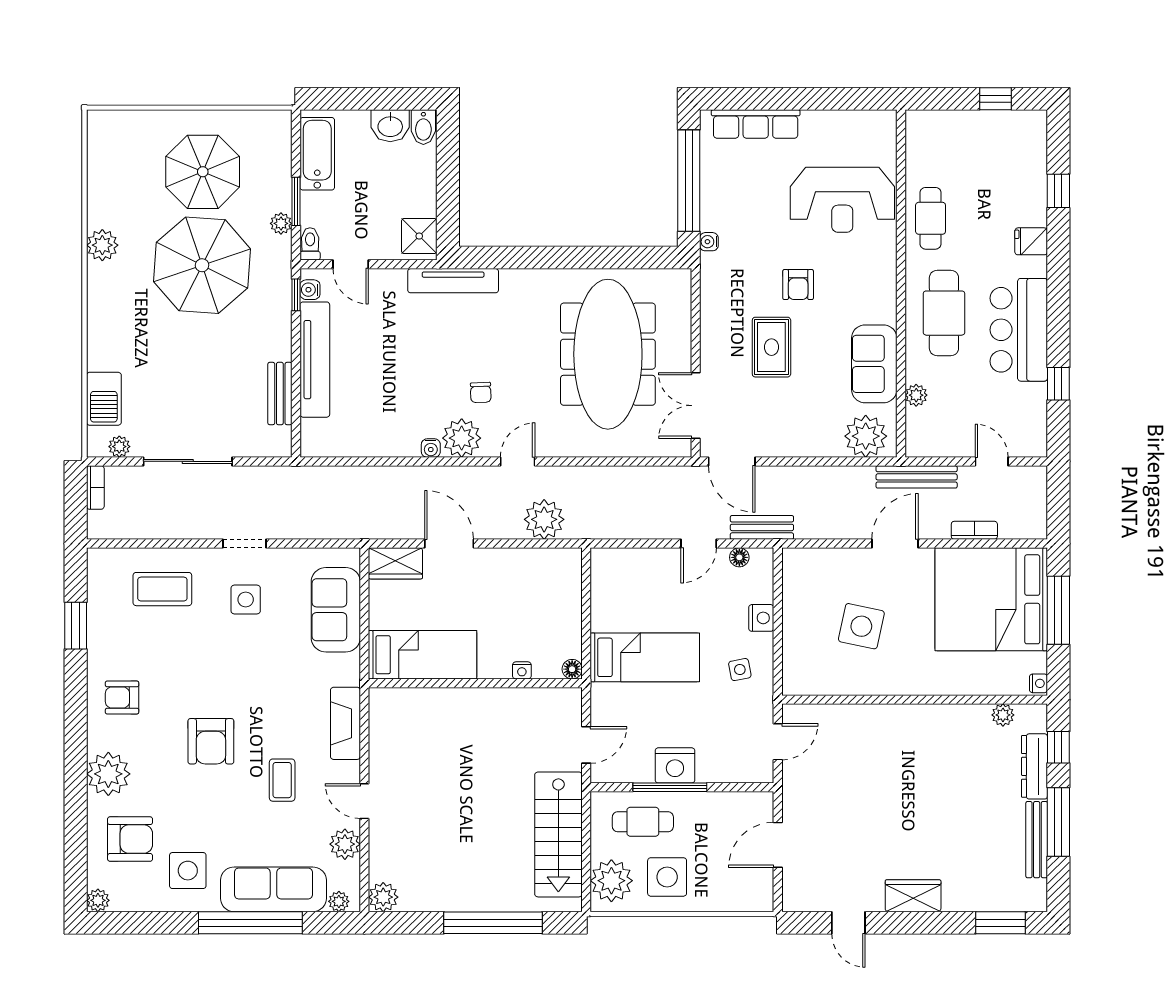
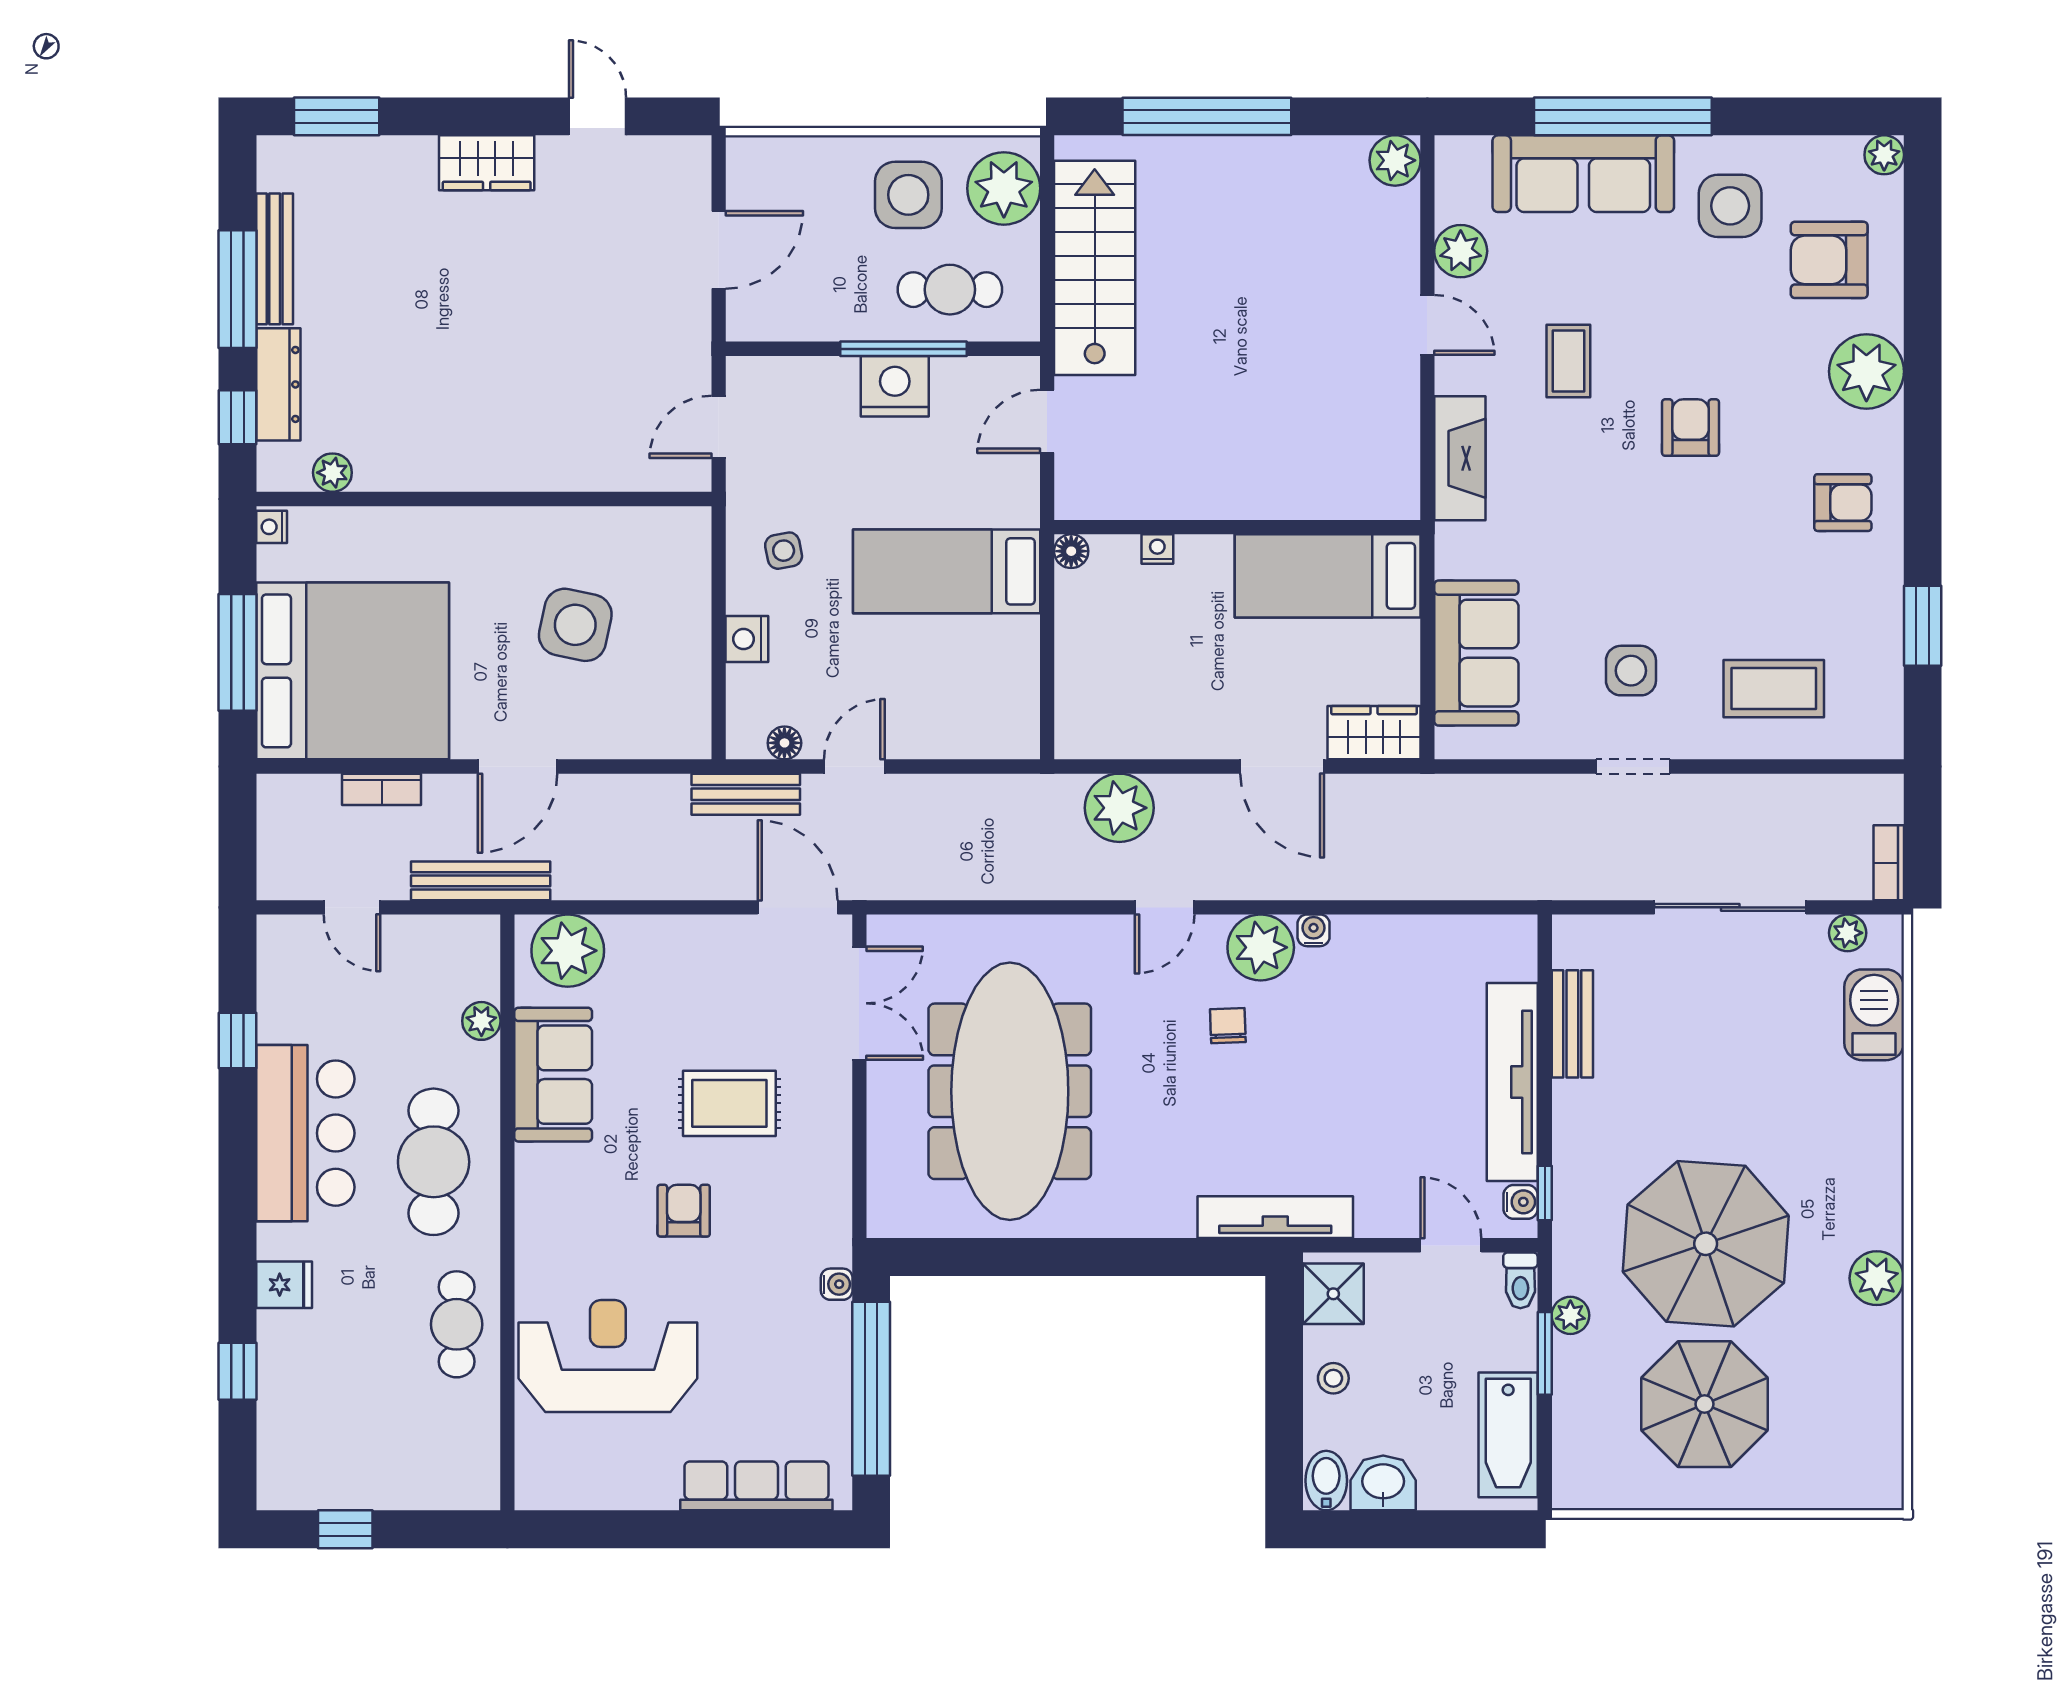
stool: (419, 187) -> (1333, 1378), added
rug: (771, 347) -> (729, 1103), turned 90
armchair: (211, 741) -> (1691, 428), width x0.72, depth x0.72
plant: (339, 901) -> (1471, 153), removed

